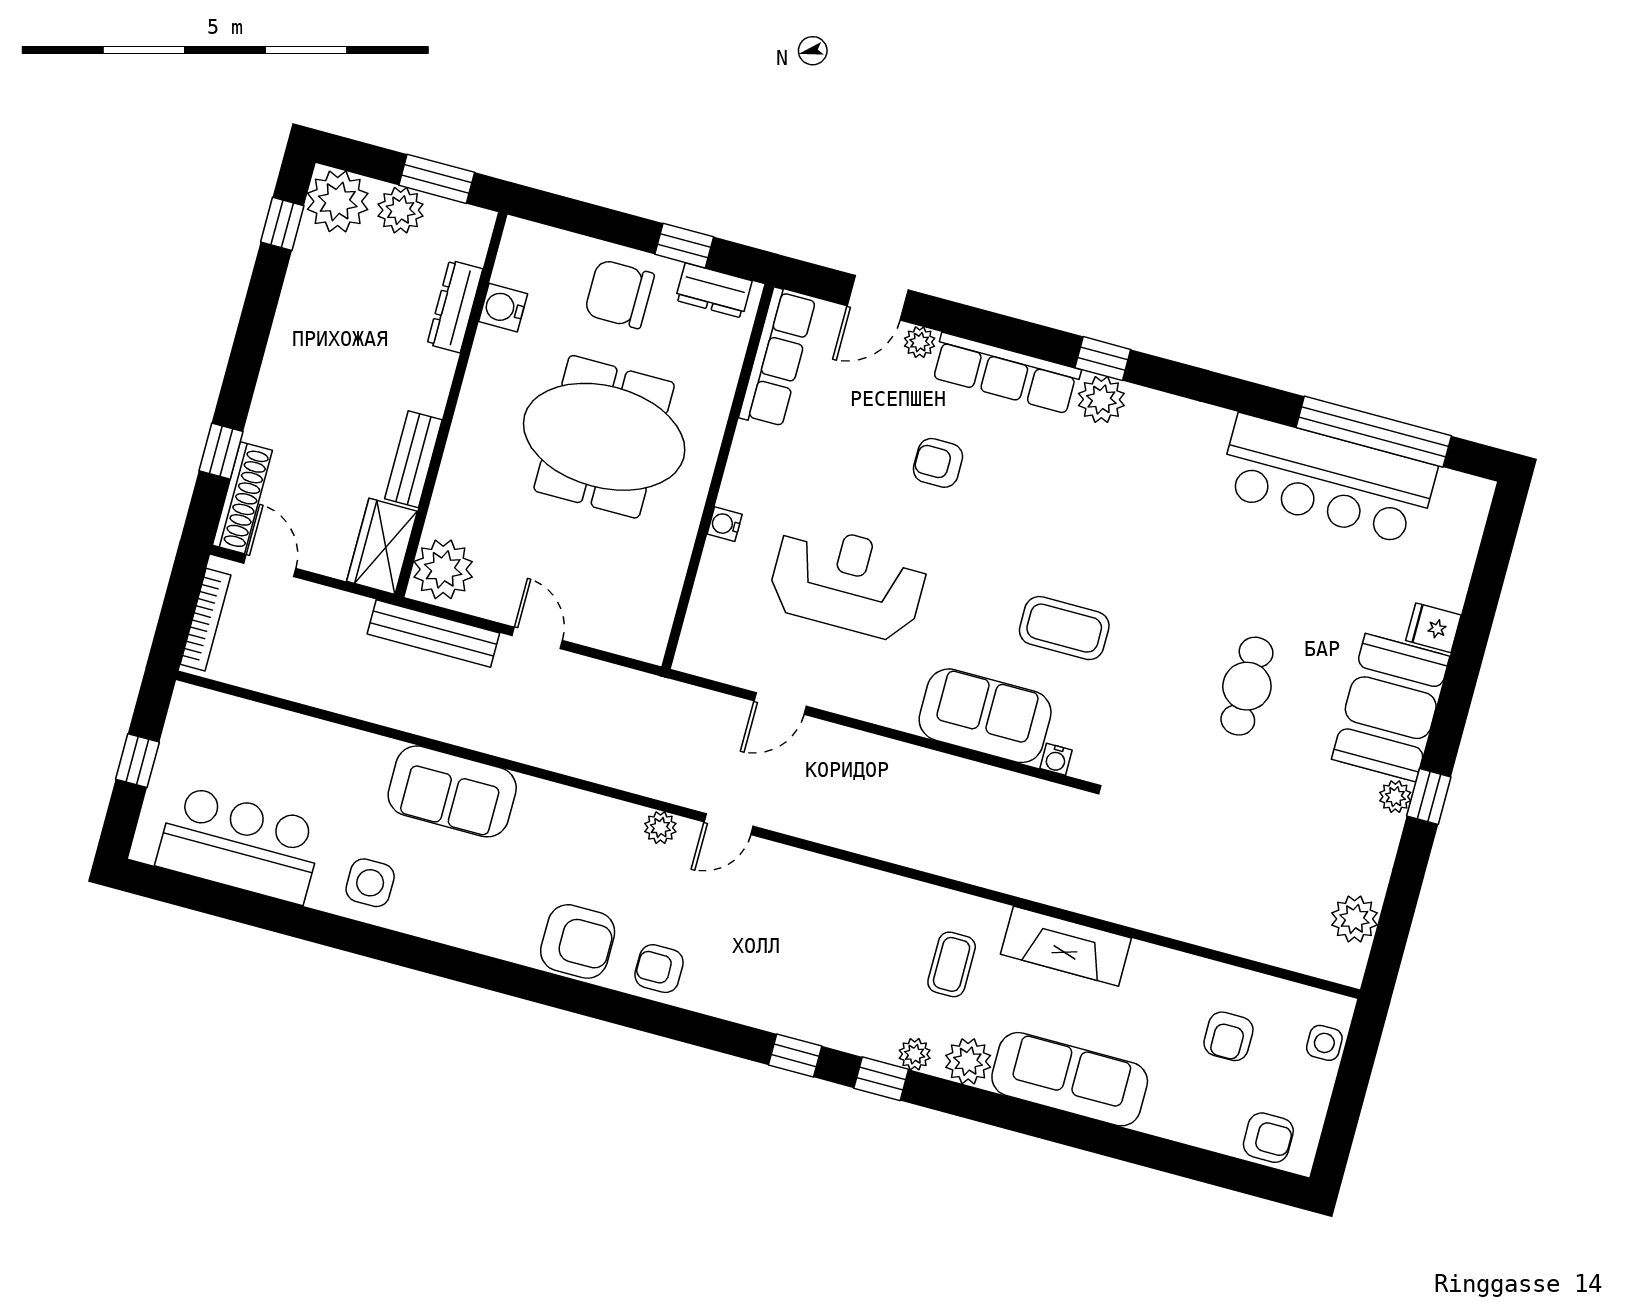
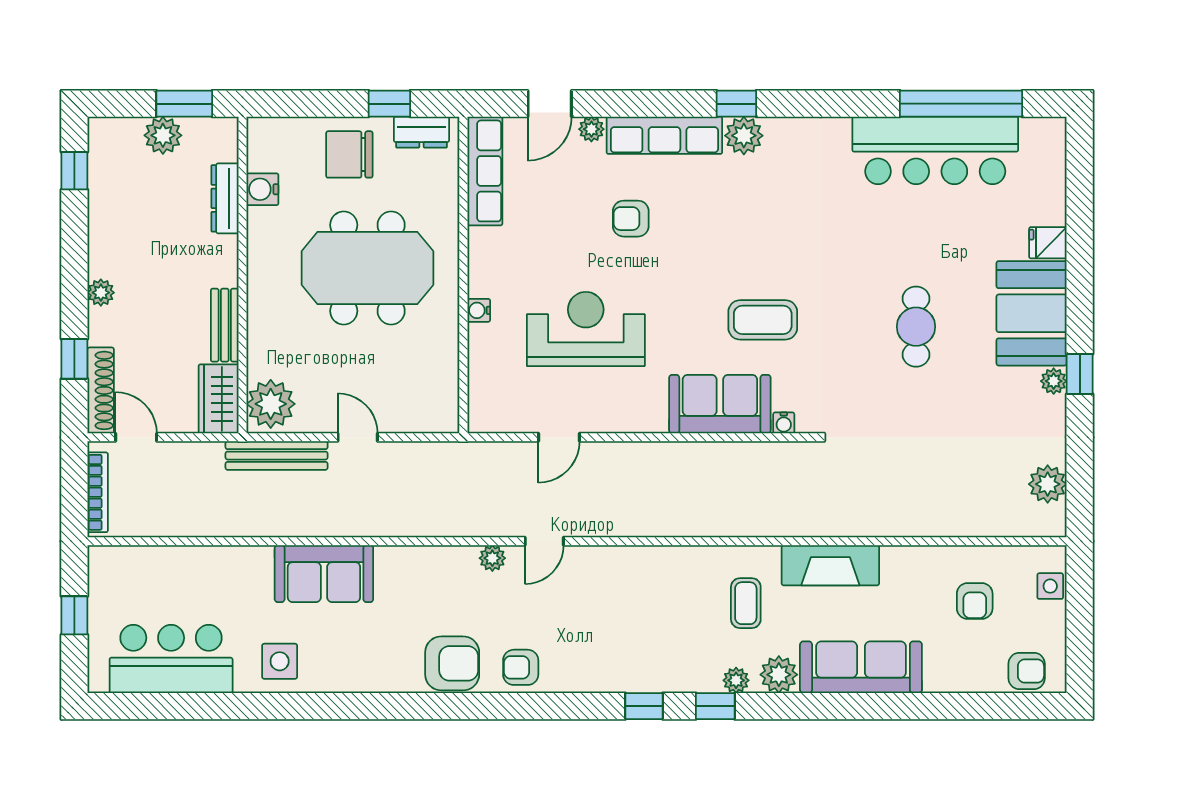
plant: (338, 201) -> (101, 293), moved, width x0.53, depth x0.53

